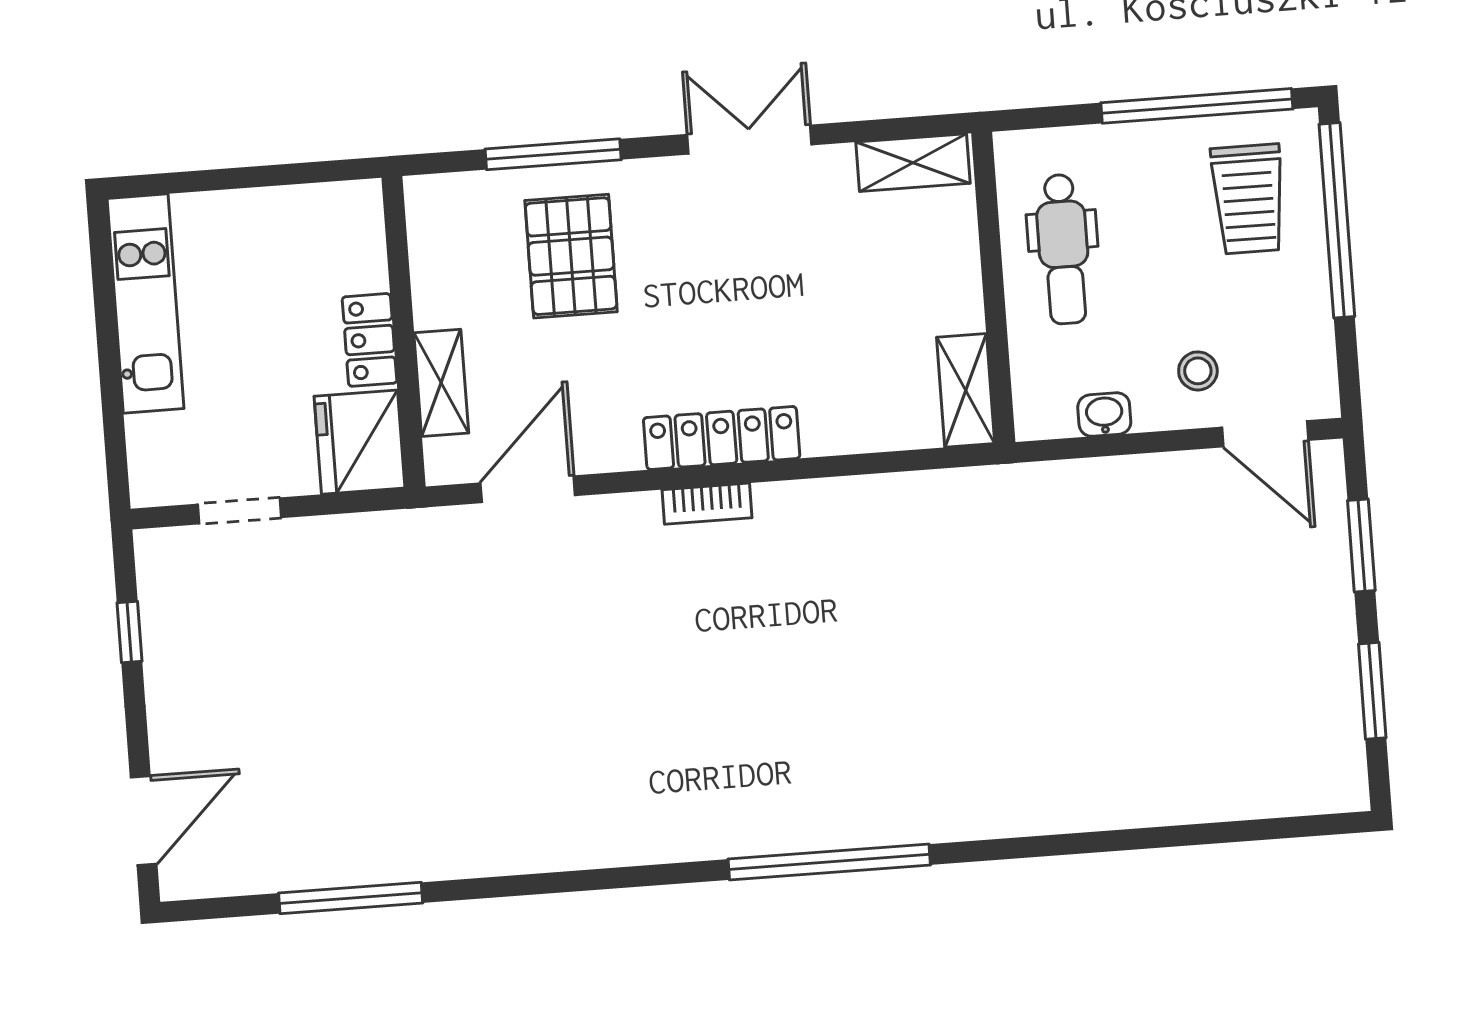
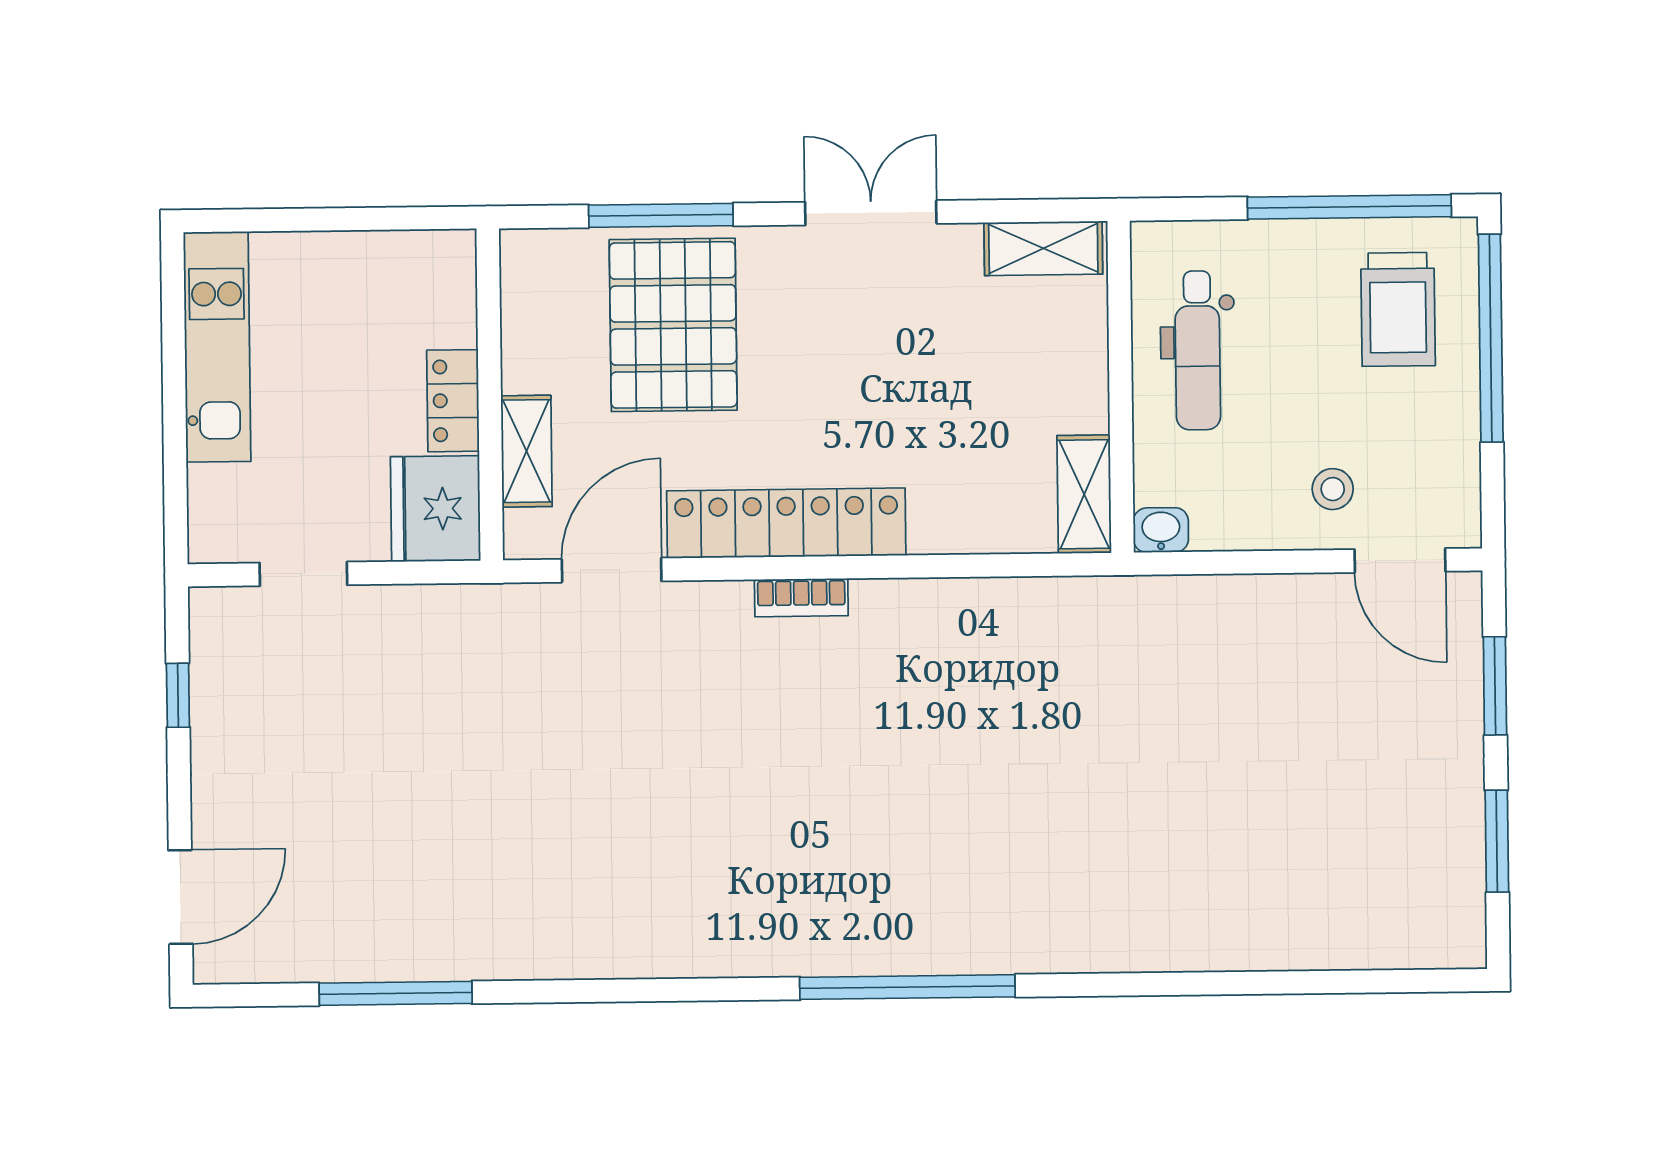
pallet: (571, 256) -> (673, 325), width x1.37, depth x1.41
washbasin: (1104, 415) -> (1161, 530), moved
locker: (722, 438) -> (786, 523), width x1.41, depth x1.21

